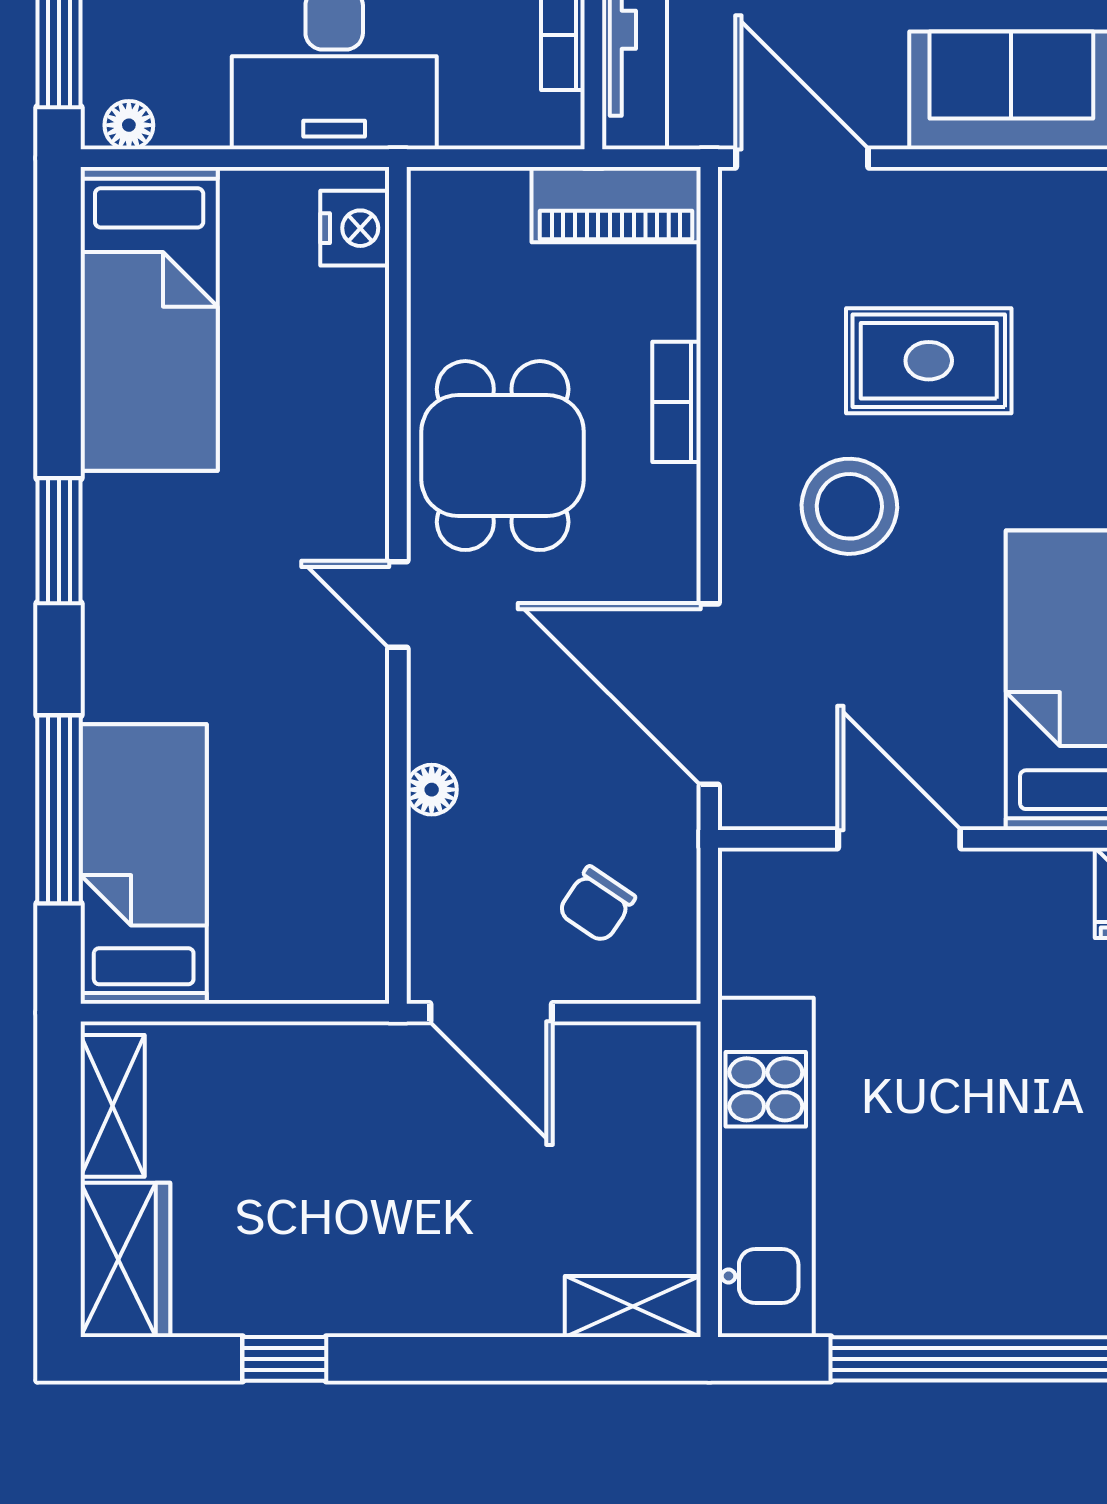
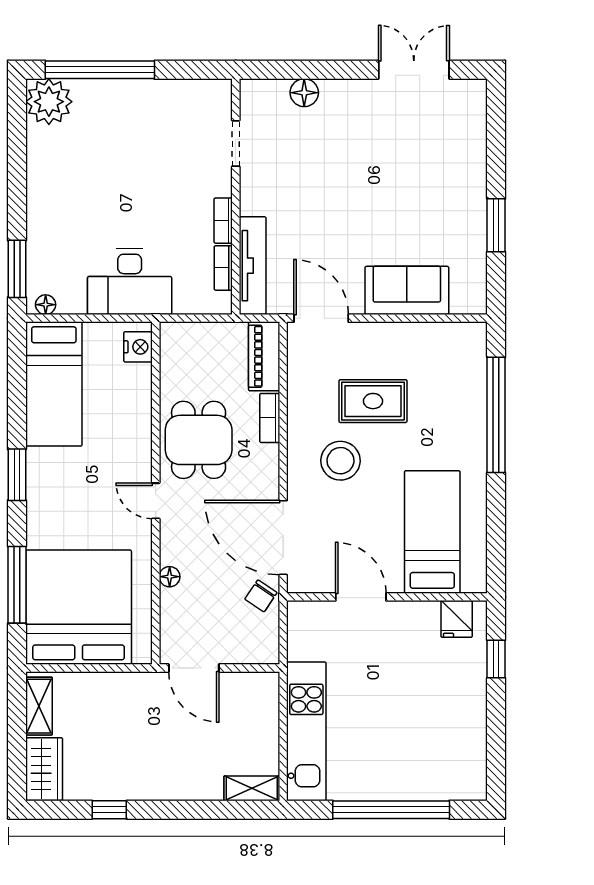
piano: (616, 205) -> (264, 356), moved, turned 90
bed: (144, 864) -> (79, 607), width x2.04
chair: (597, 904) -> (261, 596), moved

